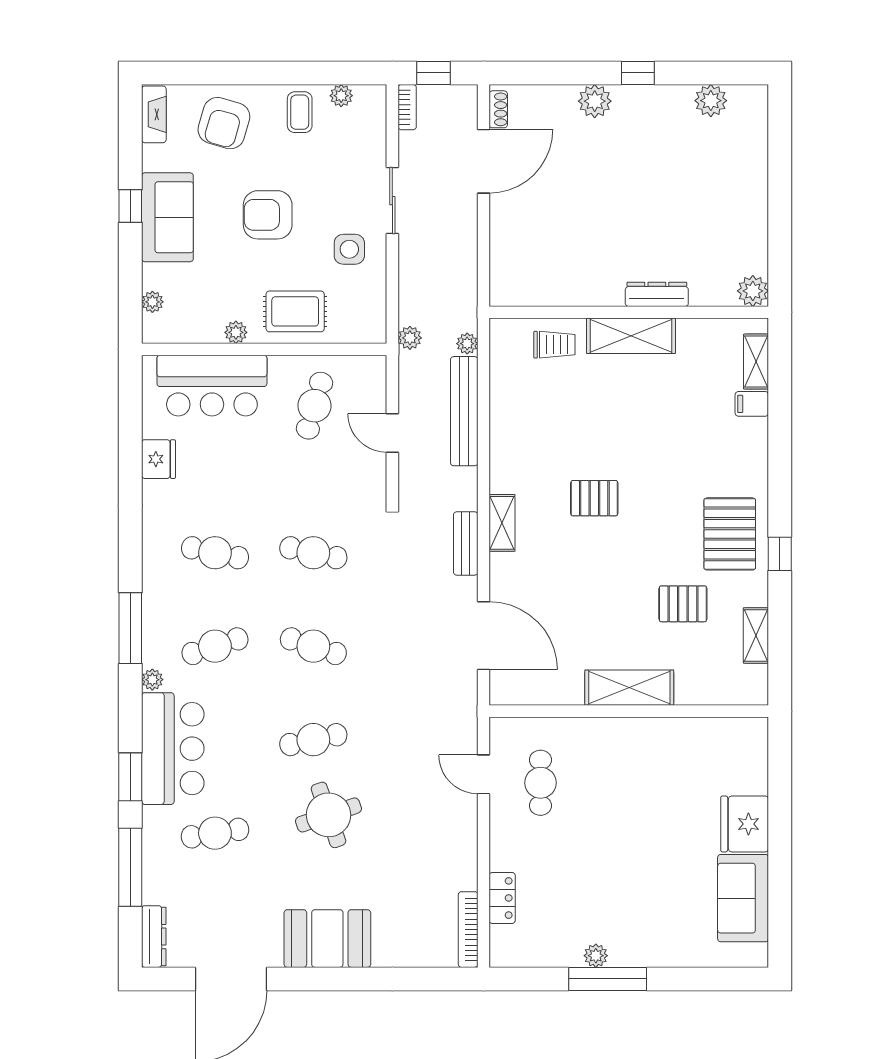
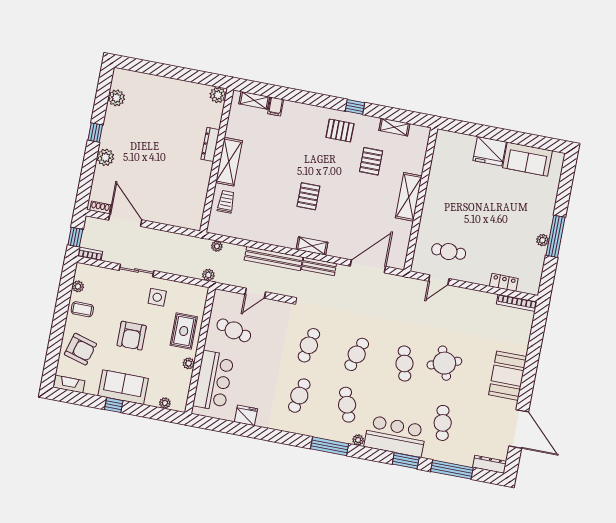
bench: (464, 411) -> (273, 259), moved
pallet: (730, 534) -> (340, 130), width x0.67, depth x0.71

